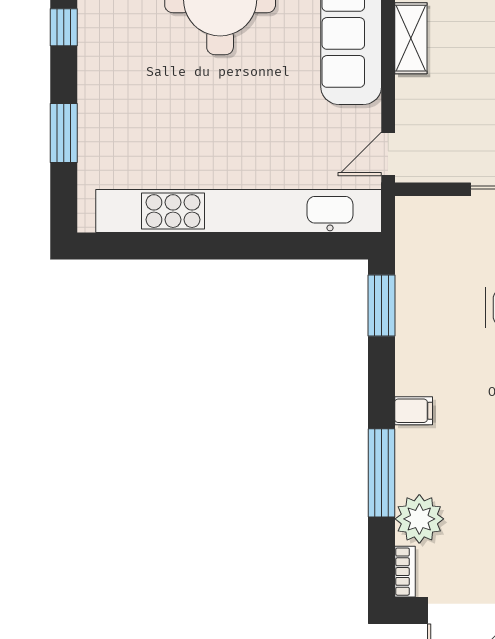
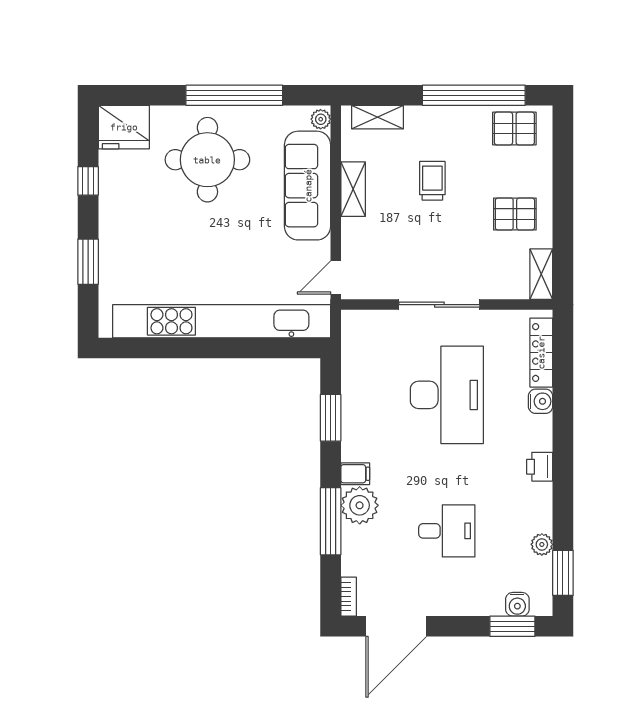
window: (381, 306) -> (331, 418), moved
plant: (419, 519) -> (360, 505), moved

